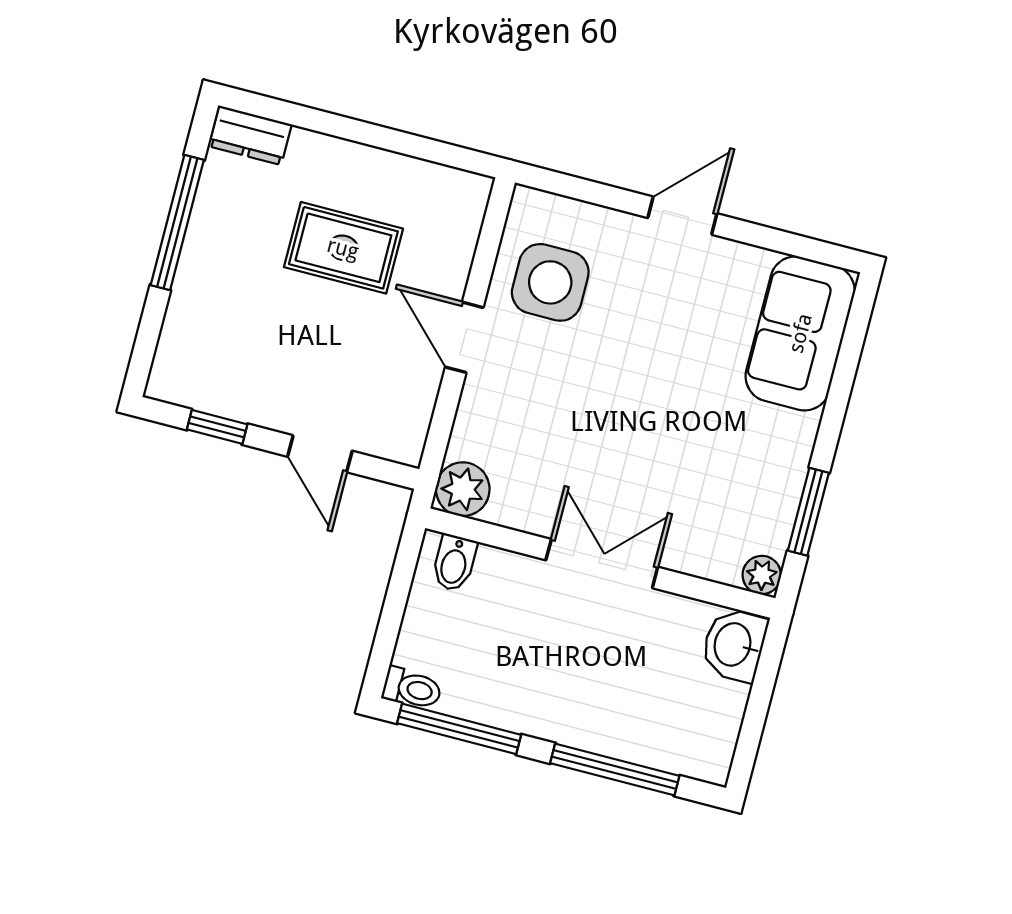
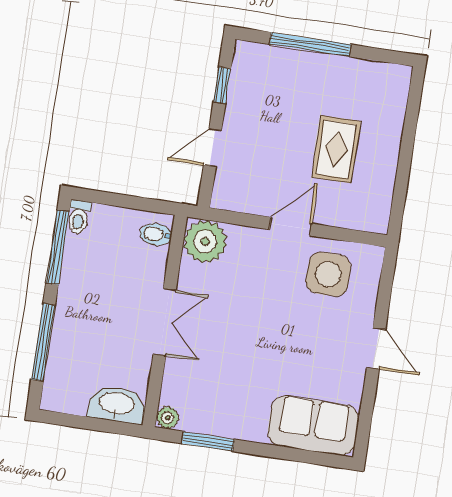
dresser: (250, 135) -> (397, 87), removed
window: (177, 223) -> (310, 44), moved
plant: (463, 489) -> (205, 242), width x1.36, depth x1.36
washbasin: (734, 645) -> (117, 404), width x1.38

